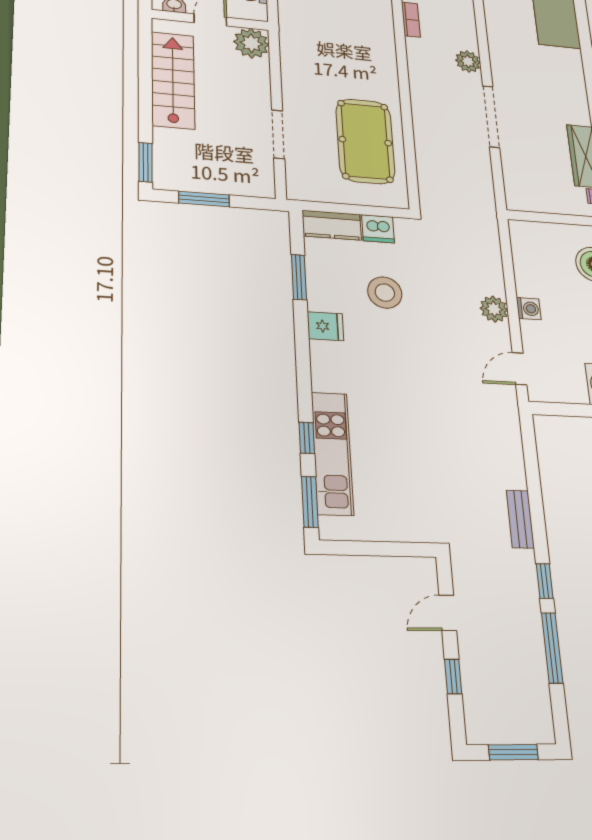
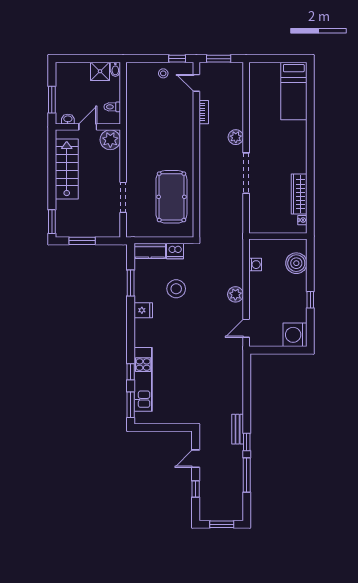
washing machine: (529, 309) -> (255, 265), moved
bench: (520, 519) -> (238, 429), moved

